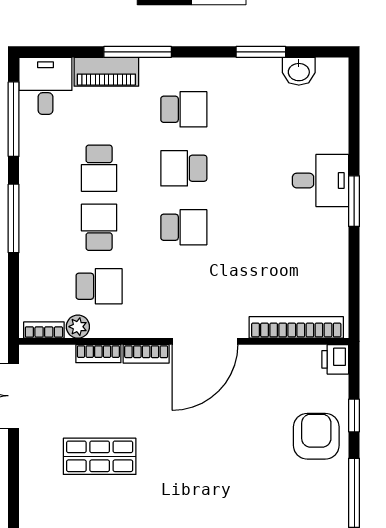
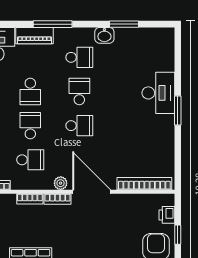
washbasin: (299, 71) -> (104, 35), moved
school desk: (184, 168) -> (79, 91), turned 90
desk: (320, 181) -> (158, 93), width x1.37
plant: (78, 327) -> (61, 183), moved
door: (205, 341) -> (92, 192), swing flipped
printer: (335, 359) -> (167, 215), moved

